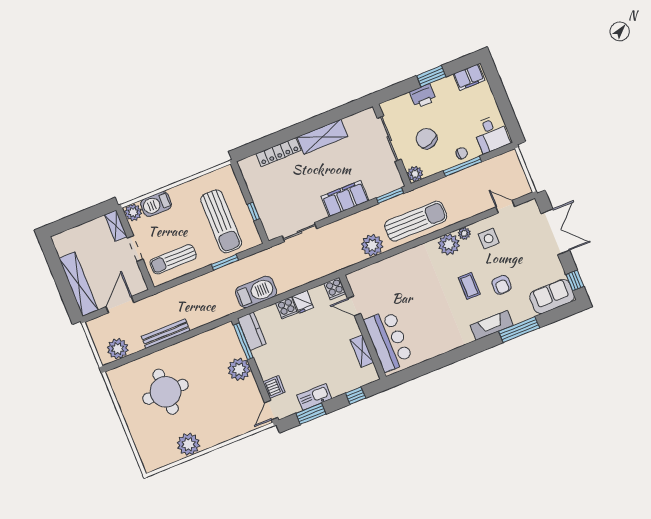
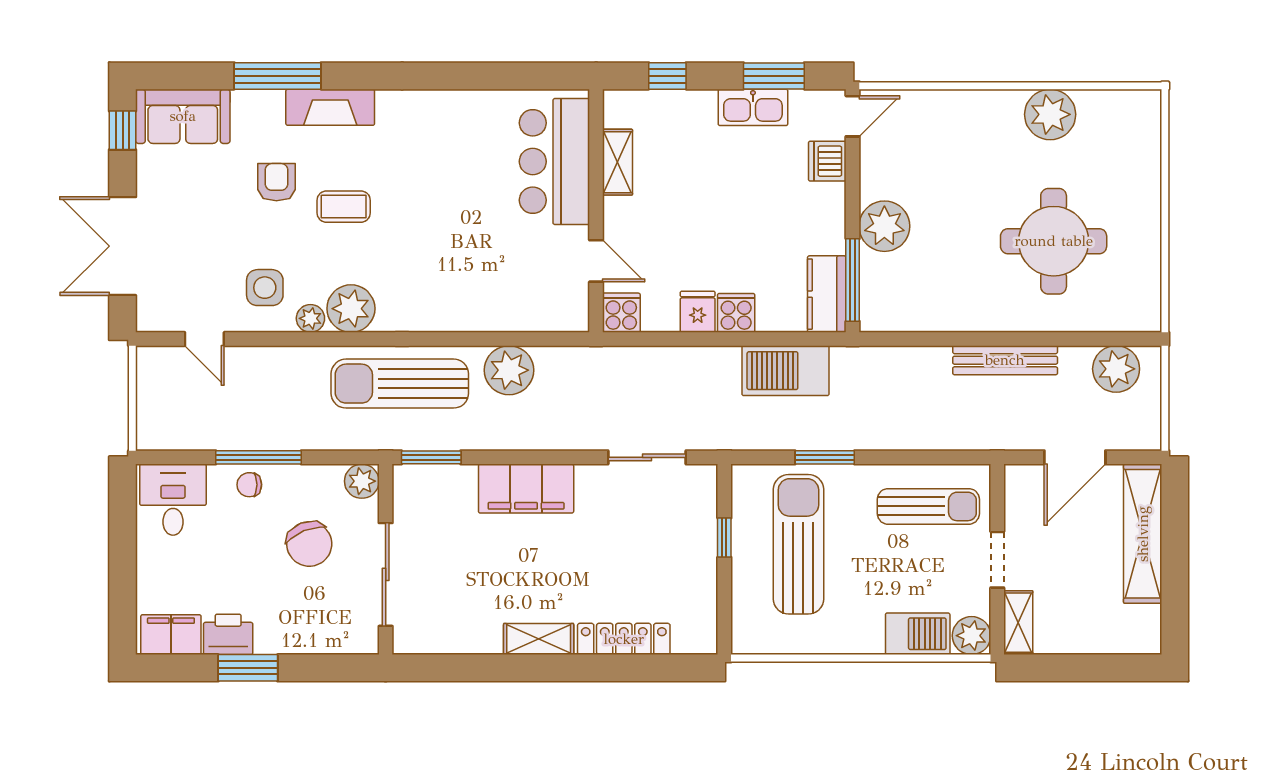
printer: (423, 96) -> (228, 634), moved
shelving: (322, 137) -> (539, 639), width x0.67, depth x0.75
coffee table: (469, 286) -> (344, 207), turned 90

